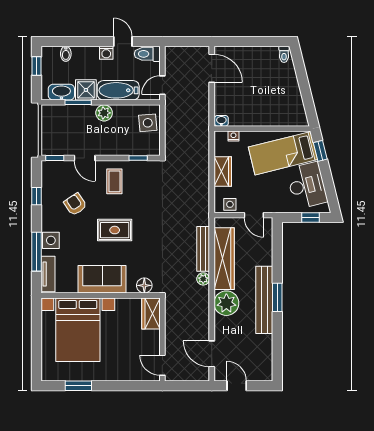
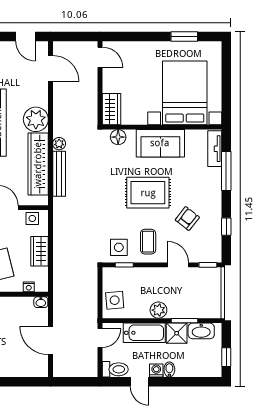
bidet: (66, 54) -> (169, 369), moved
door: (212, 68) -> (50, 341), moved
armchair: (75, 204) -> (187, 219), turned -108
rug: (115, 230) -> (148, 193), width x1.36, depth x1.43
side table: (51, 240) -> (119, 247), moved

